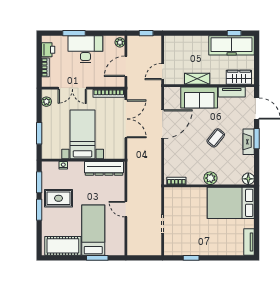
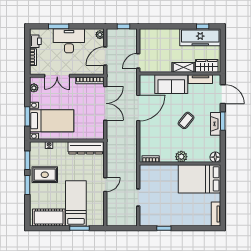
shelving: (197, 79) -> (184, 67), moved
bed with nightstands: (83, 134) -> (52, 121), moved, turned 90
door: (126, 209) -> (105, 185), swing flipped

